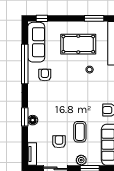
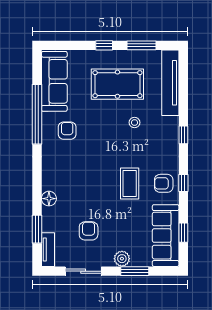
window: (42, 18) -> (104, 45), moved
window: (25, 117) -> (37, 229), moved
coffee table: (80, 132) -> (130, 183), moved

